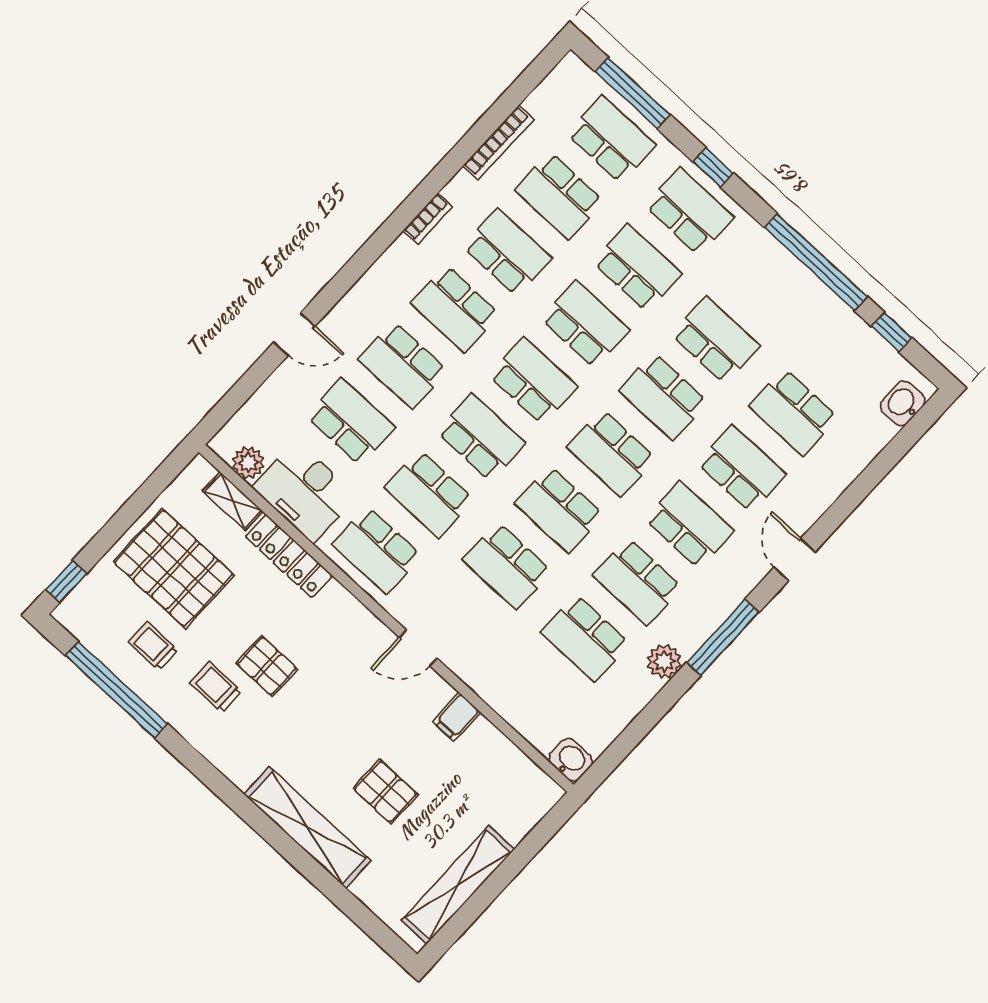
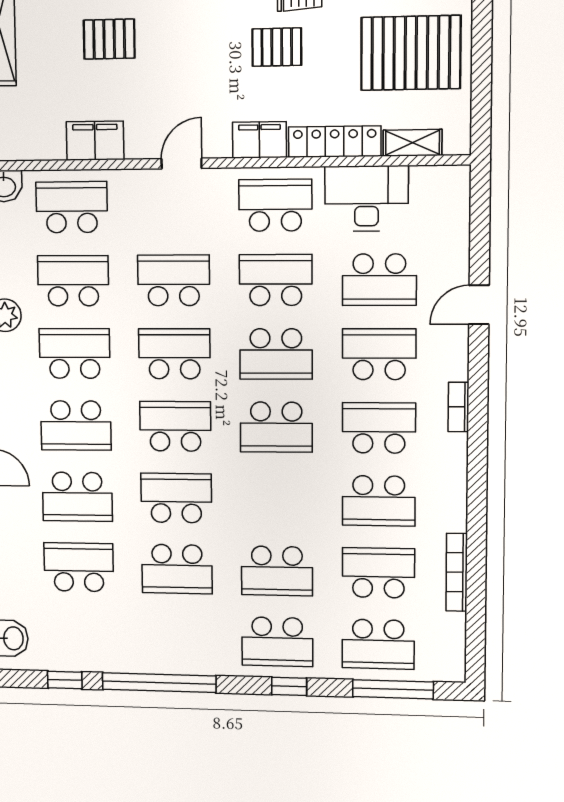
bookcase: (428, 219) -> (458, 407), moved
school desk: (585, 324) -> (72, 207), moved, turned 180
plant: (248, 463) -> (427, 181), removed
filing cabinet: (343, 610) -> (259, 140), added
filing cabinet: (457, 717) -> (95, 141), width x2.00

